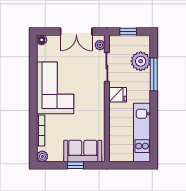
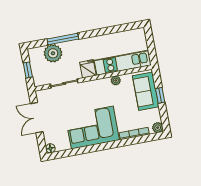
double door: (76, 32) -> (37, 118), swing flipped
plant: (100, 45) -> (116, 80), moved
kitchen unit: (142, 133) -> (123, 63), moved, turned 180

